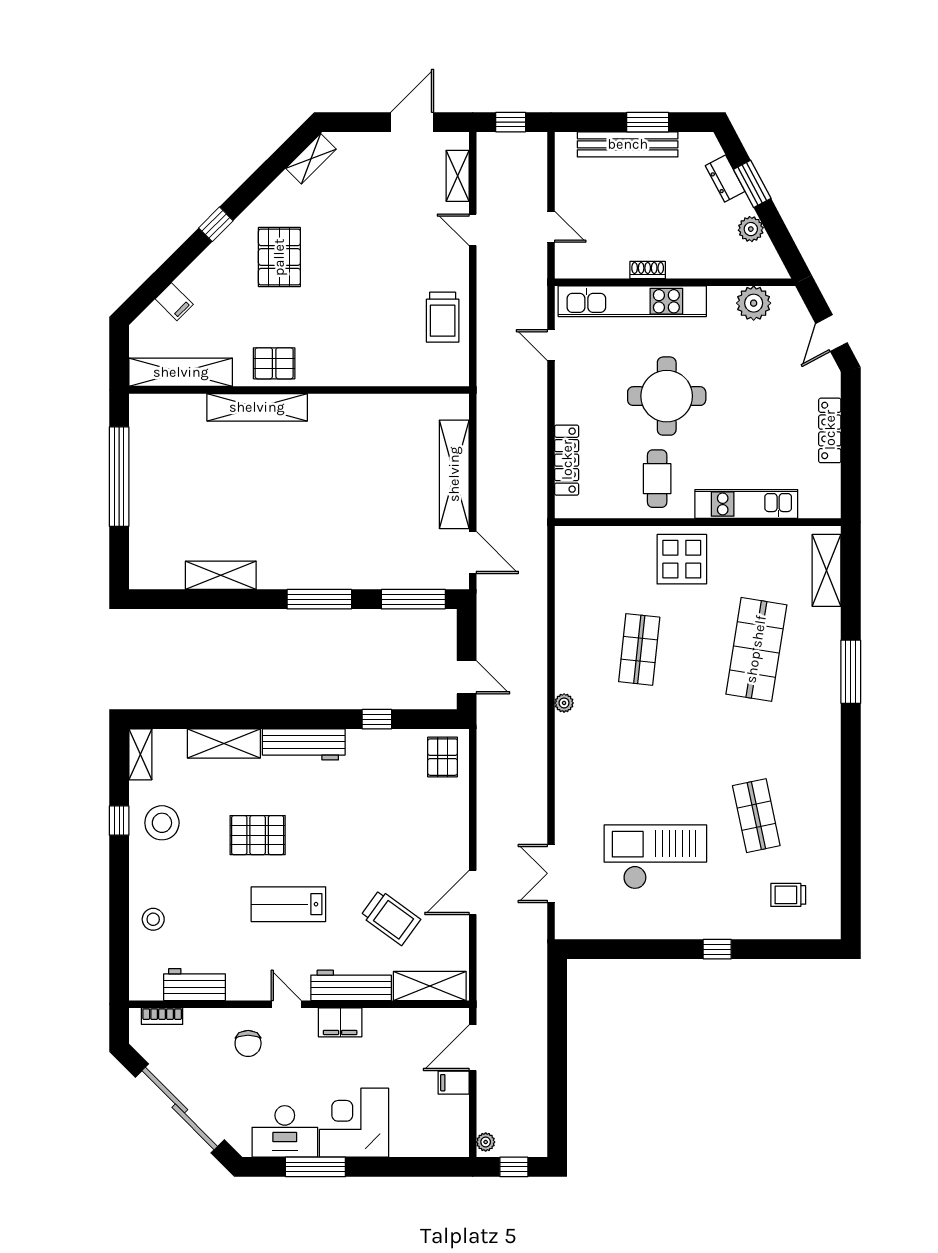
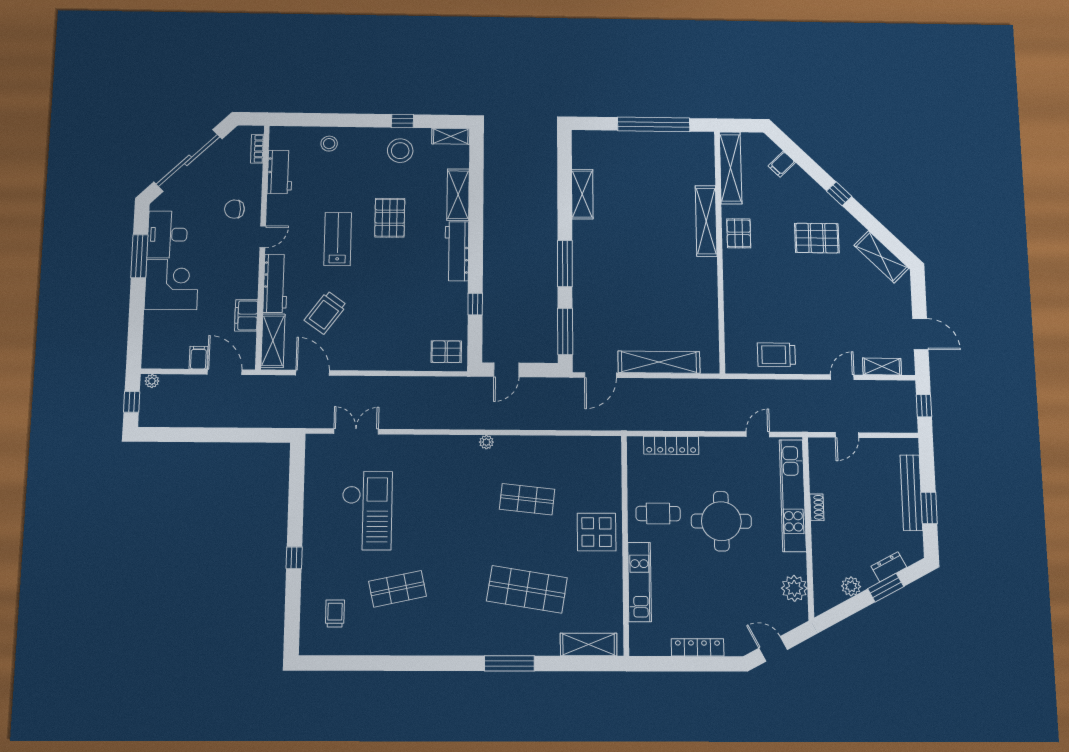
shelving: (311, 159) -> (881, 257), width x1.50, depth x1.33
door: (473, 892) -> (313, 373), moved
filing cabinet: (340, 1022) -> (246, 315), moved

